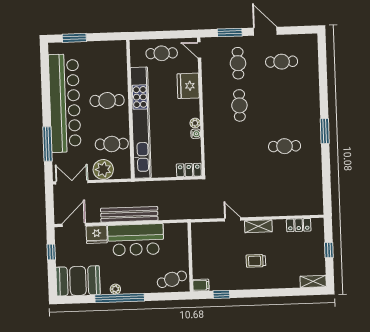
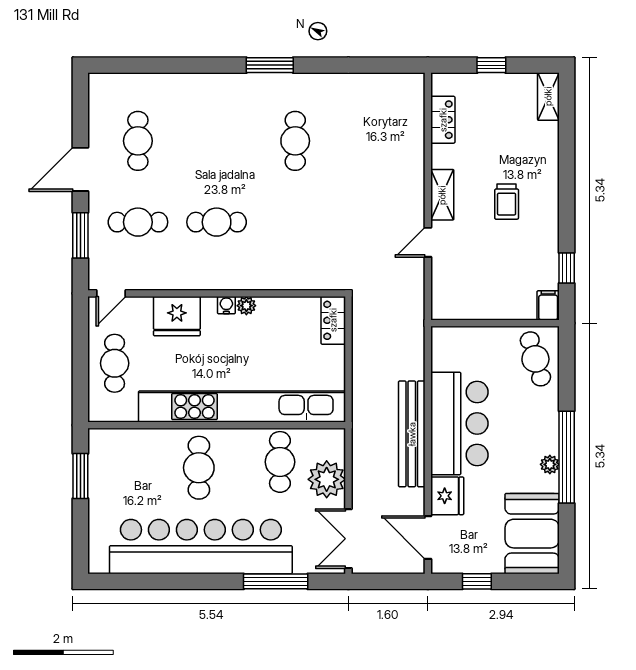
window: (74, 38) -> (80, 476), moved
water cooler: (196, 134) -> (226, 305), moved

